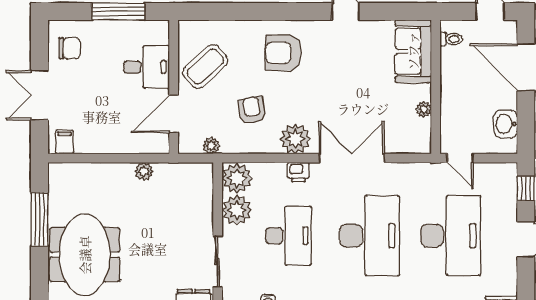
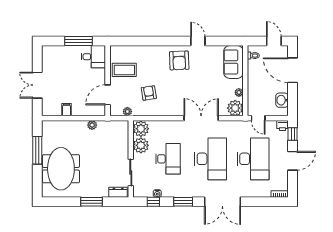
chair: (70, 48) -> (53, 60), removed
armchair: (283, 53) -> (179, 61), moved, turned -92
coffee table: (205, 66) -> (124, 70), turned 42
desk: (146, 67) -> (93, 57), moved
plant: (295, 139) -> (235, 108), moved
filing cabinet: (64, 142) -> (66, 110), moved
printer: (298, 172) -> (282, 125), moved

